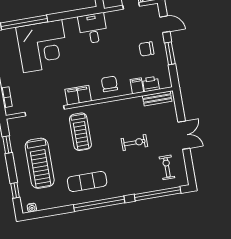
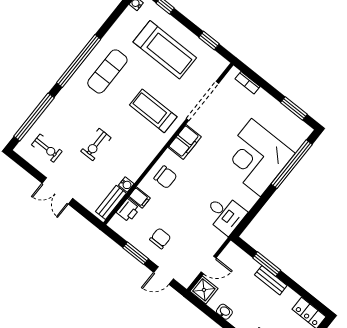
water cooler: (138, 101) -> (126, 184), added
treadmill: (40, 163) -> (165, 50), turned 180

